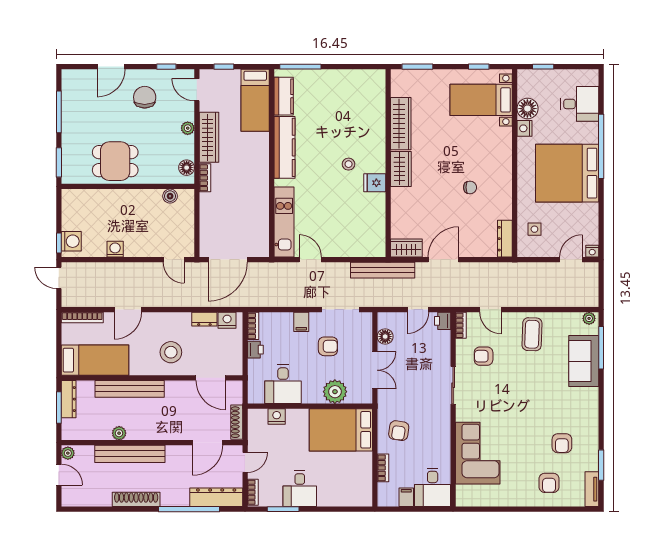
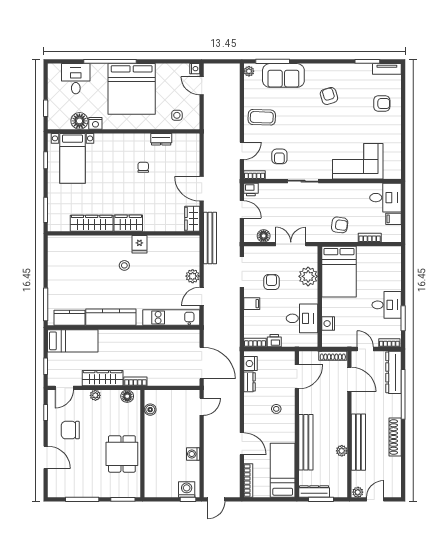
dresser: (505, 239) -> (161, 139), moved, width x0.70
plant: (335, 249) -> (193, 276), added
stool: (171, 352) -> (276, 409), width x0.53, depth x0.53
armchair: (562, 443) -> (329, 96), moved, turned -107

